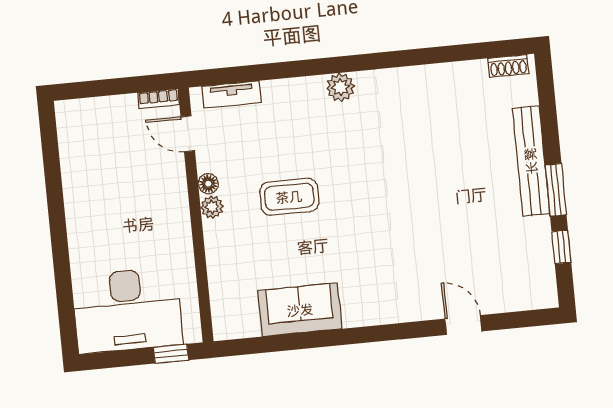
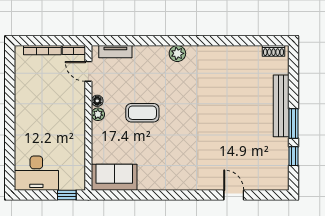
bookcase: (104, 104) -> (42, 50), added
desk: (127, 310) -> (36, 173), width x0.73, depth x0.77
sofa: (300, 310) -> (114, 177), moved

